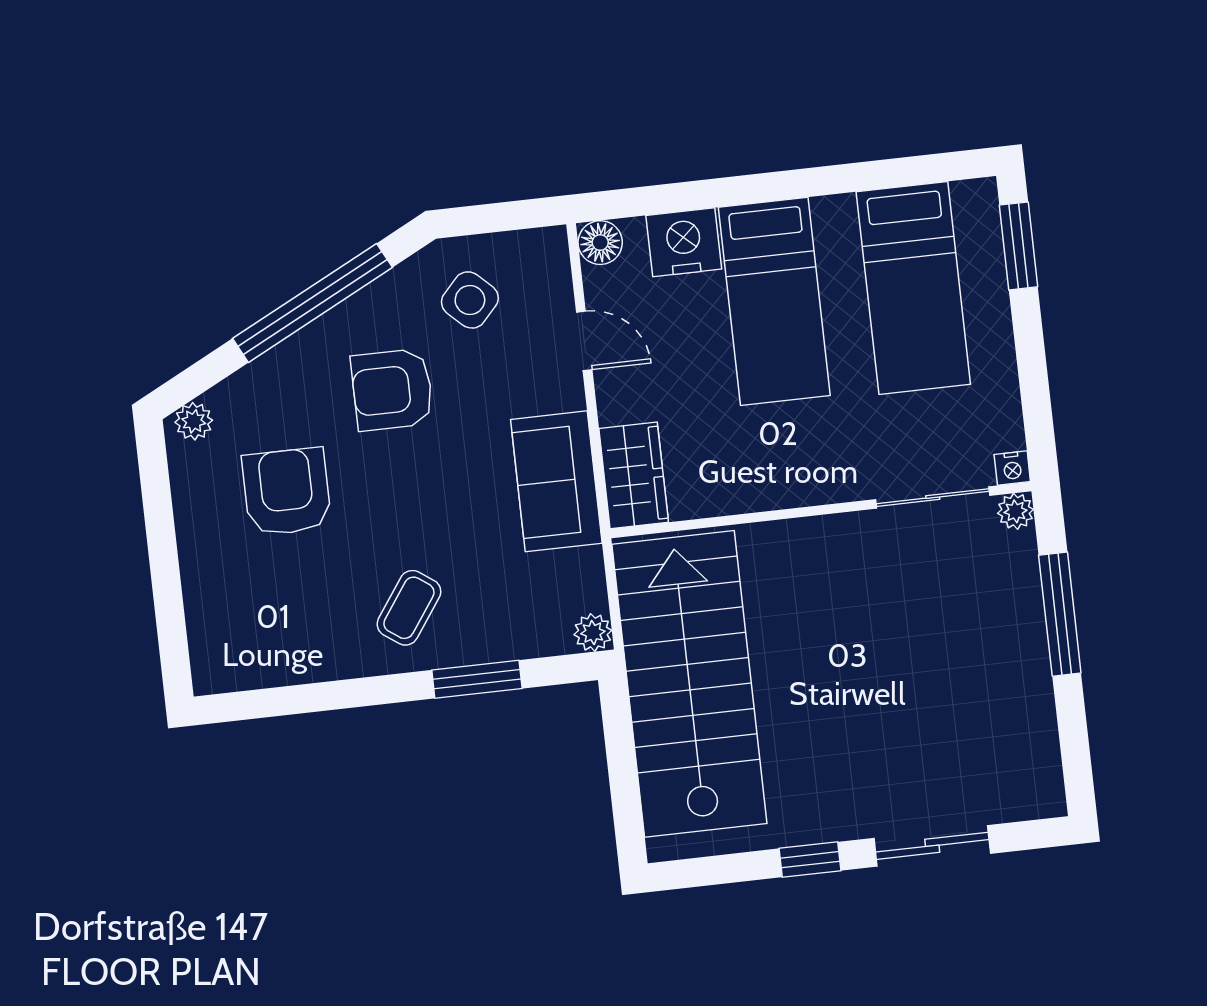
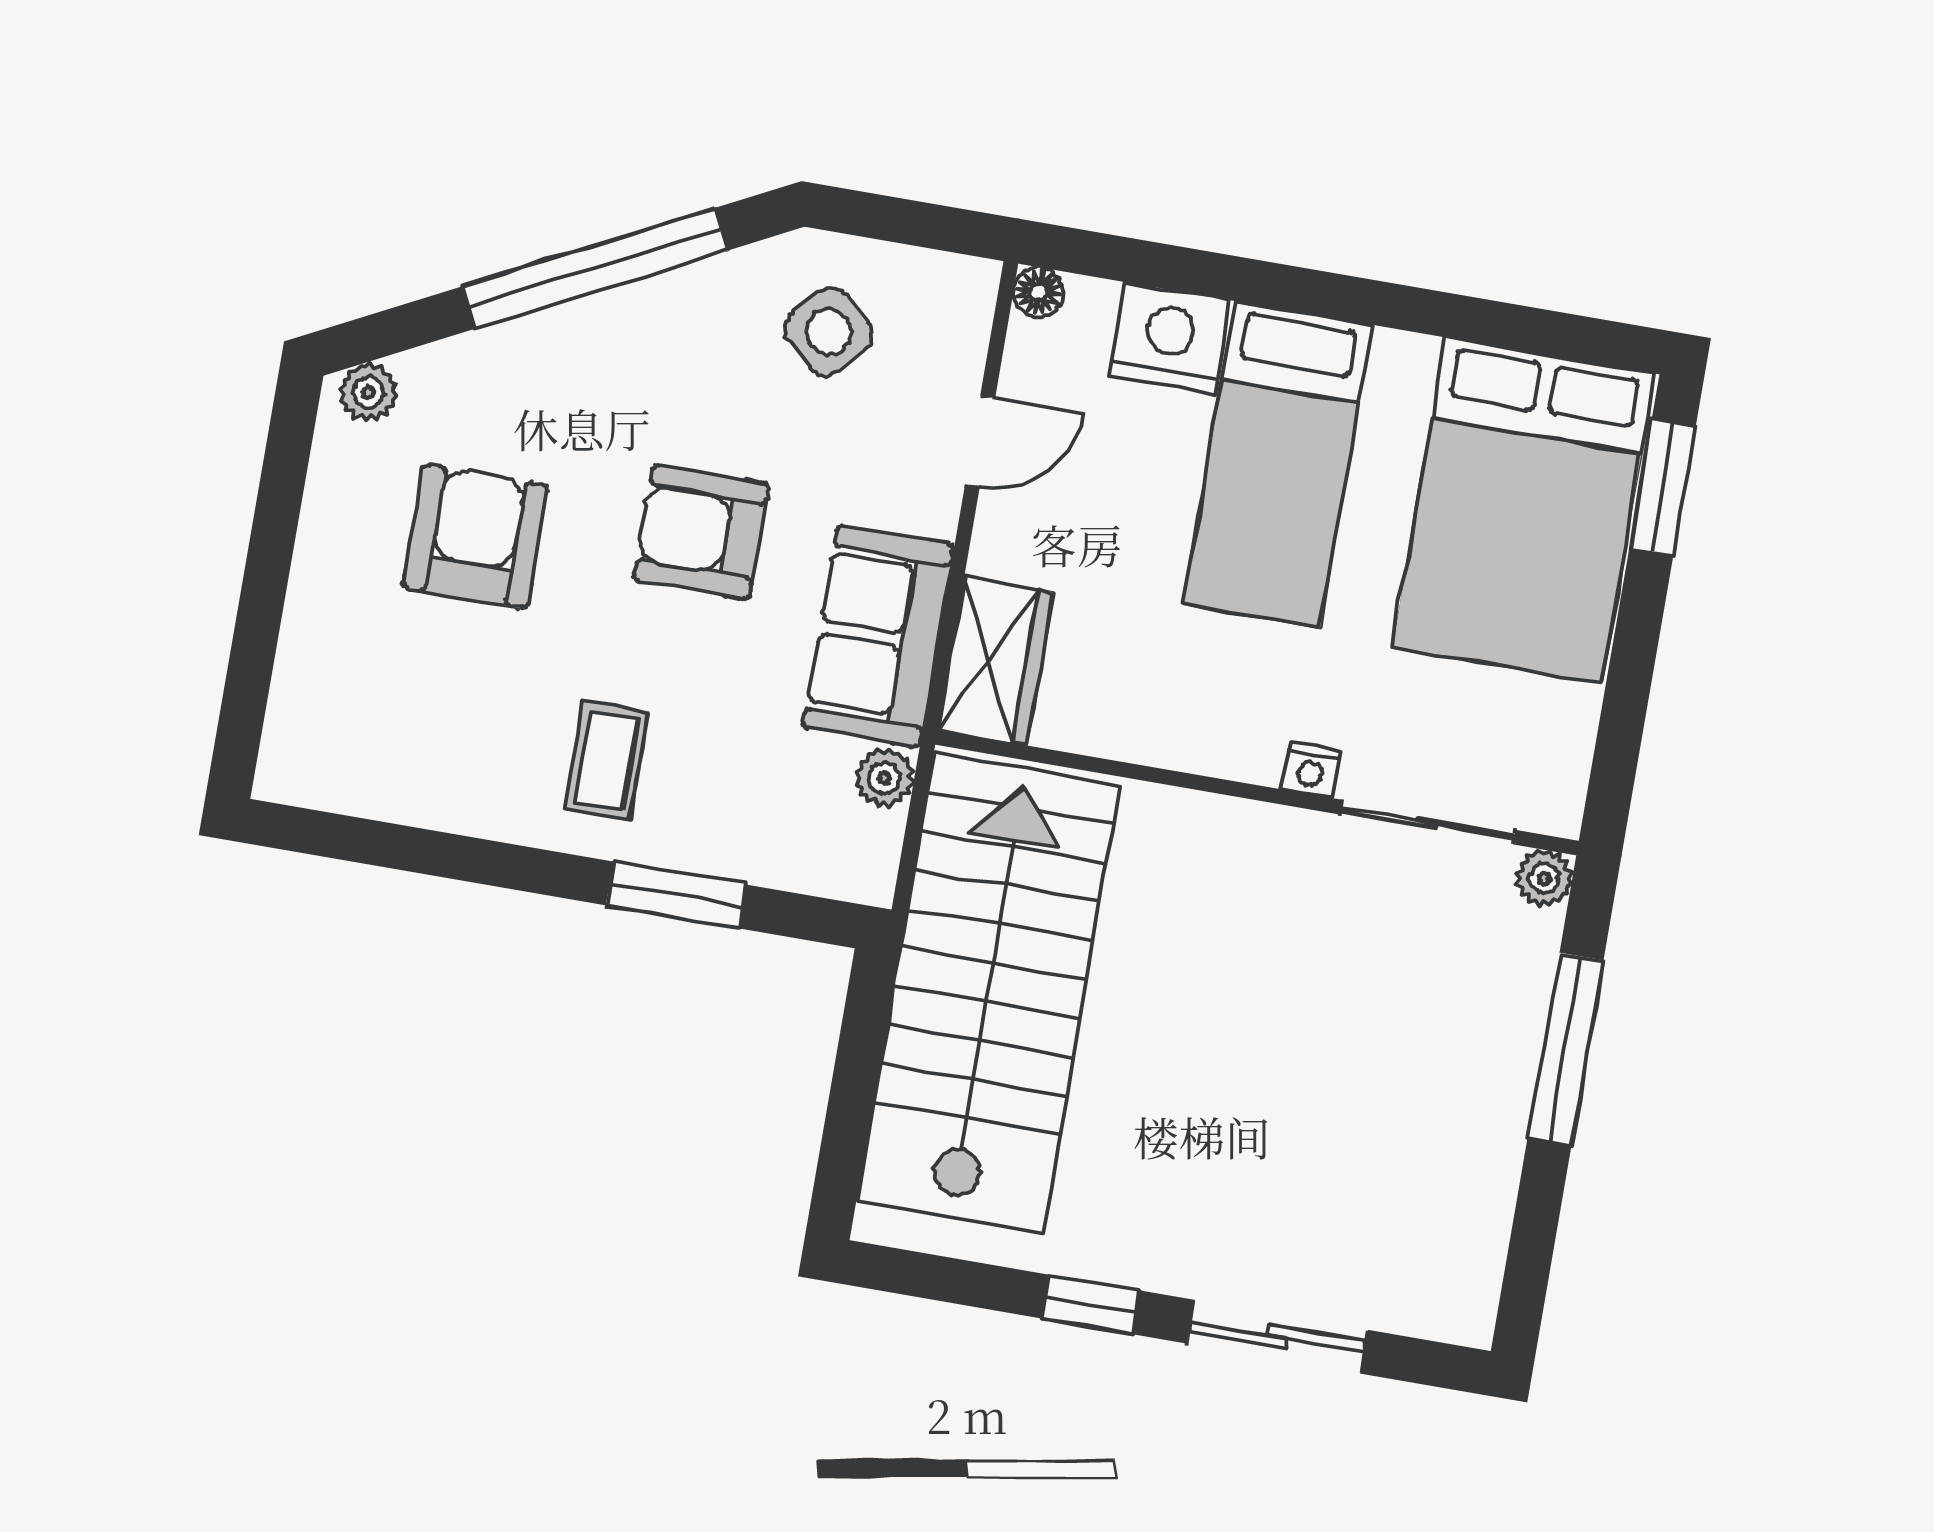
floor lamp: (600, 243) -> (1038, 292), width x0.73, depth x0.73
bed: (913, 288) -> (1524, 510), width x1.50
door: (584, 341) -> (980, 441), hinge flipped
armchair: (392, 390) -> (701, 532), moved
nightstand: (1012, 468) -> (1311, 770), moved
coffee table: (409, 608) -> (606, 760), turned -35
plant: (593, 633) -> (885, 778), moved

